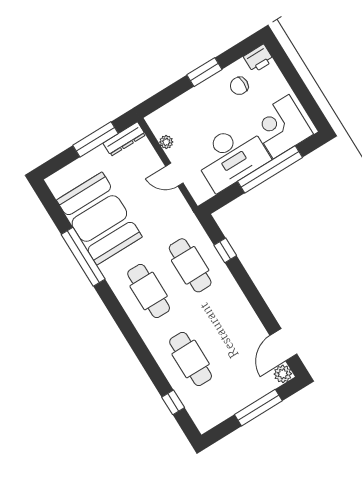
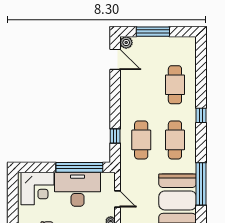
window: (270, 169) -> (79, 167), moved
door: (283, 345) -> (115, 59), hinge flipped
window: (173, 402) -> (201, 115), moved

